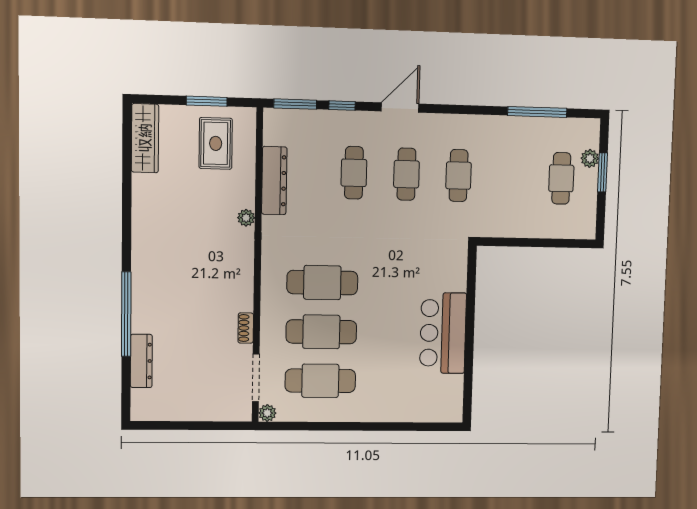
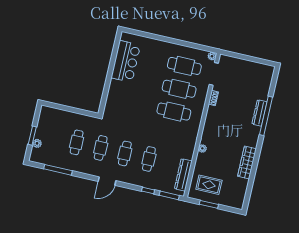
door: (400, 107) -> (107, 181), moved
wardrobe: (145, 138) -> (247, 163), moved
rug: (216, 143) -> (209, 185), turned 90
cafe table: (561, 178) -> (77, 142), moved
dresser: (274, 181) -> (183, 175), moved
bar counter: (443, 333) -> (126, 61), moved
dresser: (141, 361) -> (259, 113), moved

